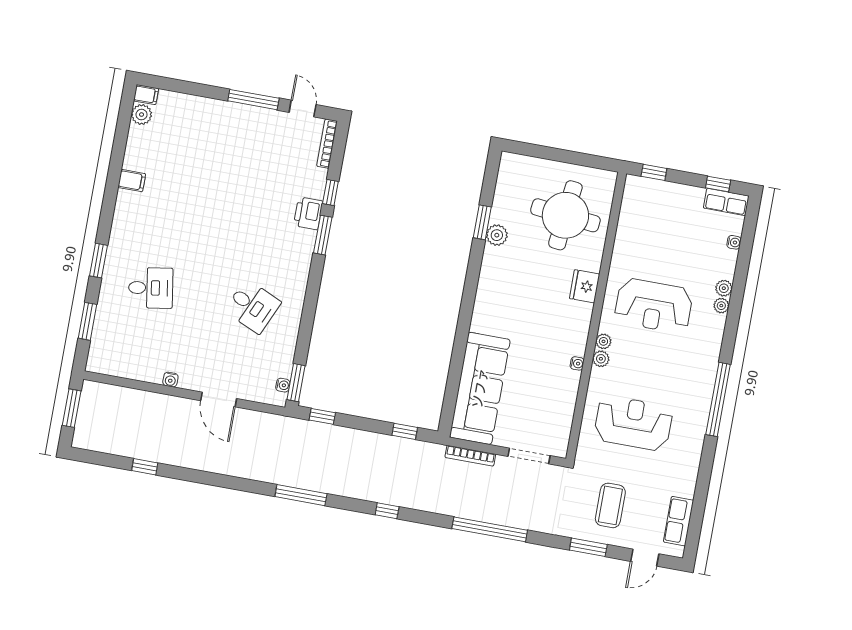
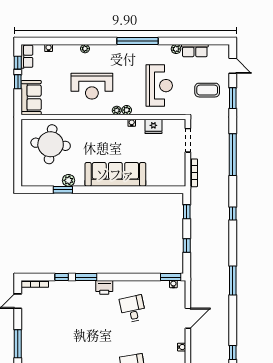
window: (253, 100) -> (18, 344), moved
window: (654, 172) -> (18, 82), moved
sofa: (653, 196) -> (31, 98), added
printer: (308, 213) -> (104, 287), moved
fridge: (585, 286) -> (153, 126), moved
plant: (724, 288) -> (176, 49), moved
desk: (253, 306) -> (133, 309), turned -36
reception desk: (654, 306) -> (92, 86), turned 90
sofa: (480, 388) -> (115, 174), moved
window: (322, 416) -> (187, 246), moved
reception desk: (633, 423) -> (159, 86), turned 180
window: (301, 495) -> (233, 280), moved
row of seats: (679, 521) -> (195, 51), moved

